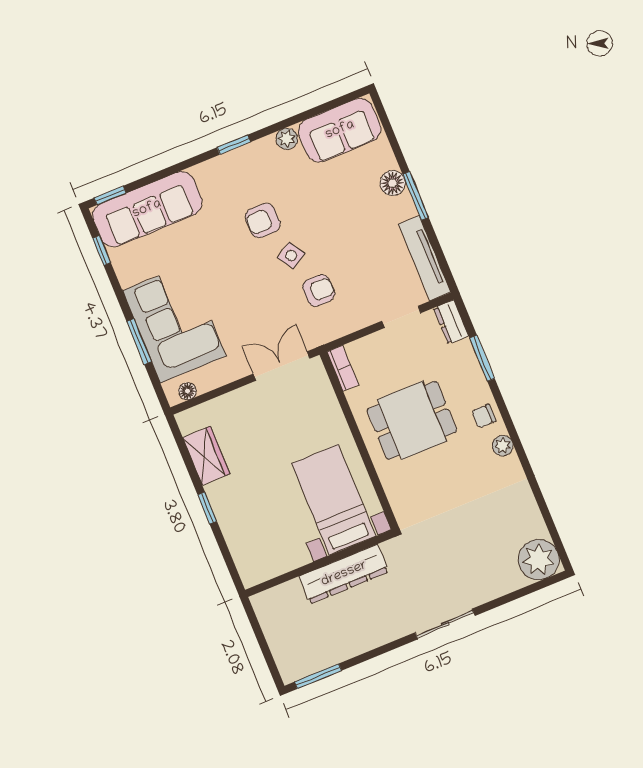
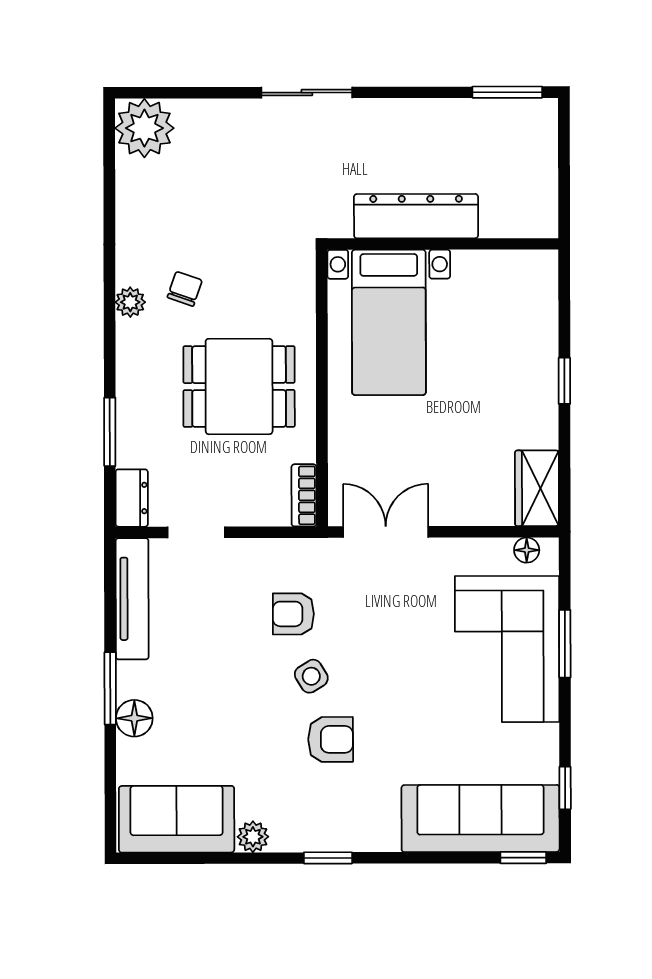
double door: (281, 366) -> (386, 532), swing flipped
chair: (484, 416) -> (185, 289), moved, turned -71
wardrobe: (206, 456) -> (537, 488), moved

